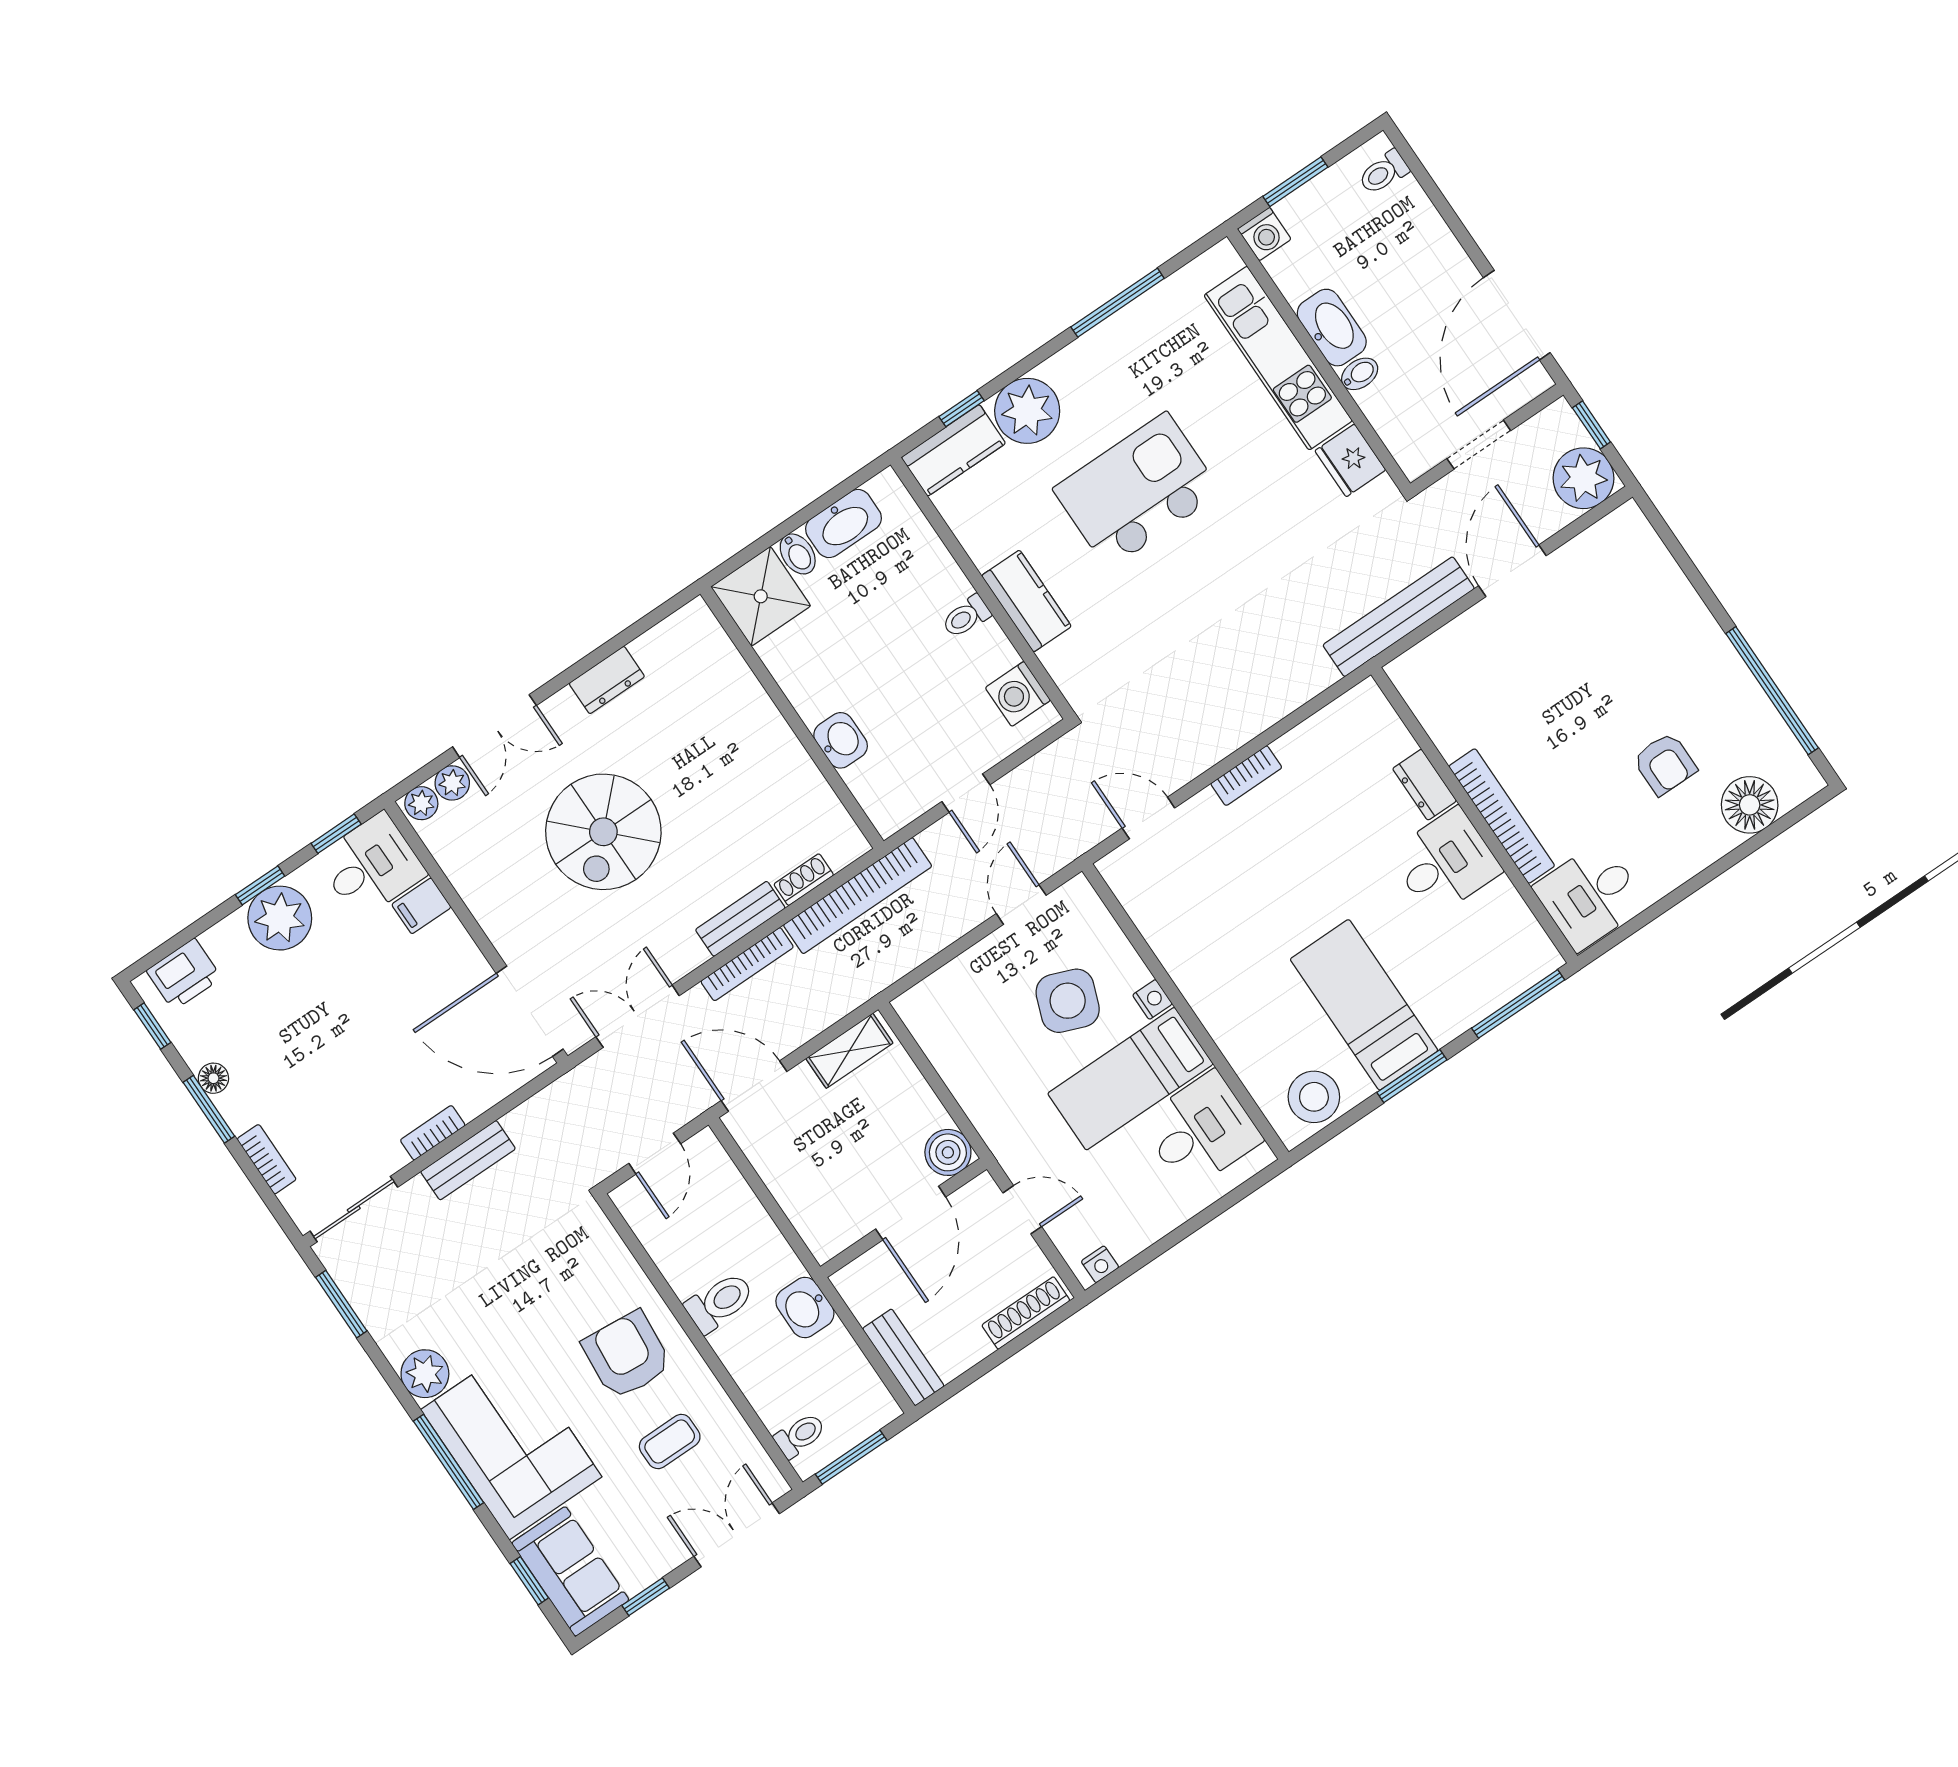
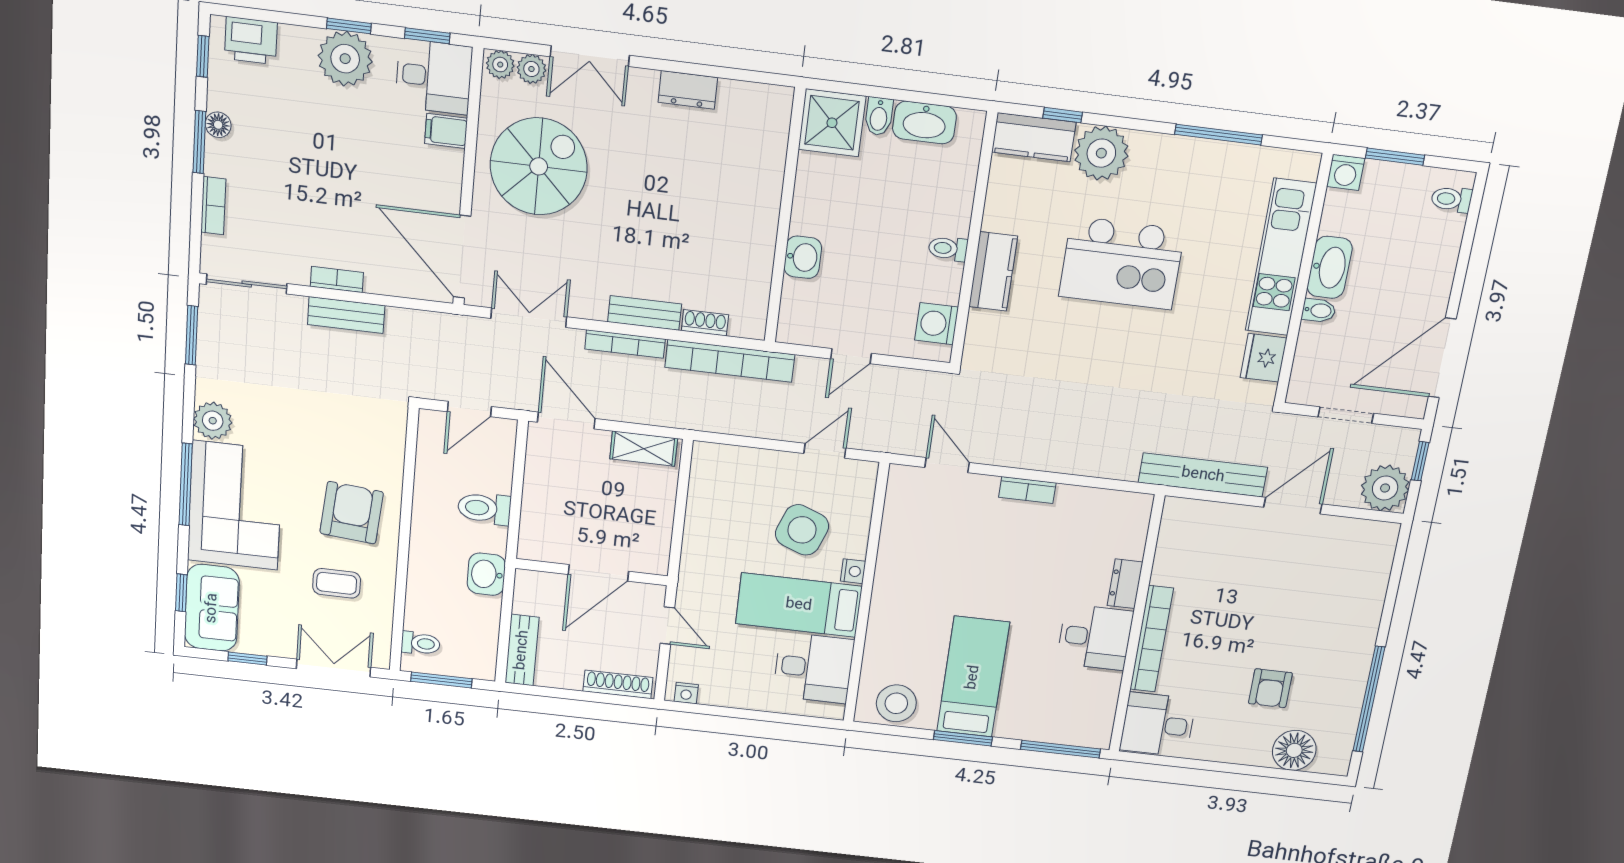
kitchen island: (1137, 491) -> (1122, 263), turned 180
spiral stairs: (603, 832) -> (539, 166), moved, turned 180
boiler: (948, 1152) -> (652, 557), removed
toilet: (720, 1302) -> (484, 508), moved, turned 180

